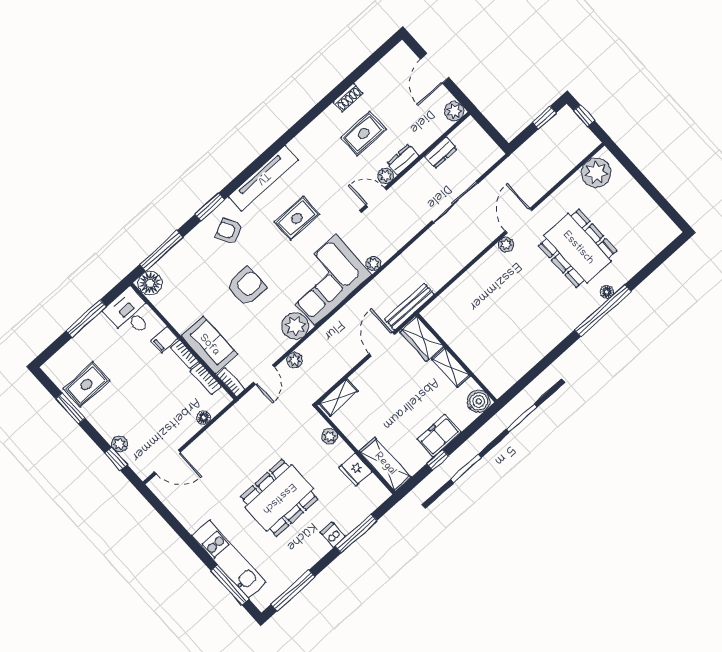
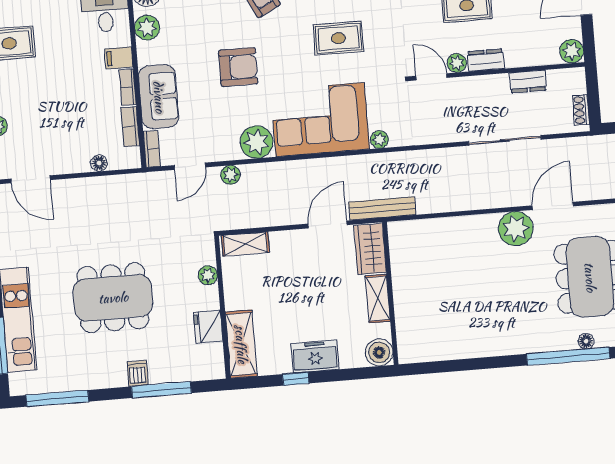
shoe rack: (489, 145) -> (581, 110), added
plant: (506, 245) -> (516, 229), width x1.87, depth x1.87
plant: (168, 306) -> (147, 28), added

